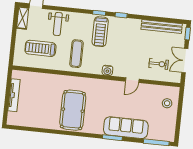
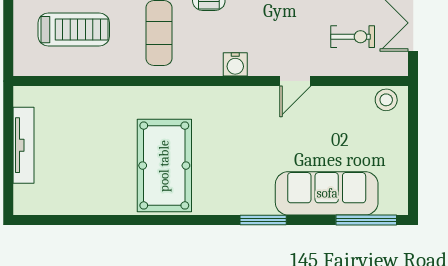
treadmill: (40, 48) -> (74, 30), turned 180
stool: (167, 103) -> (386, 100), moved
sofa: (126, 128) -> (327, 193), moved

